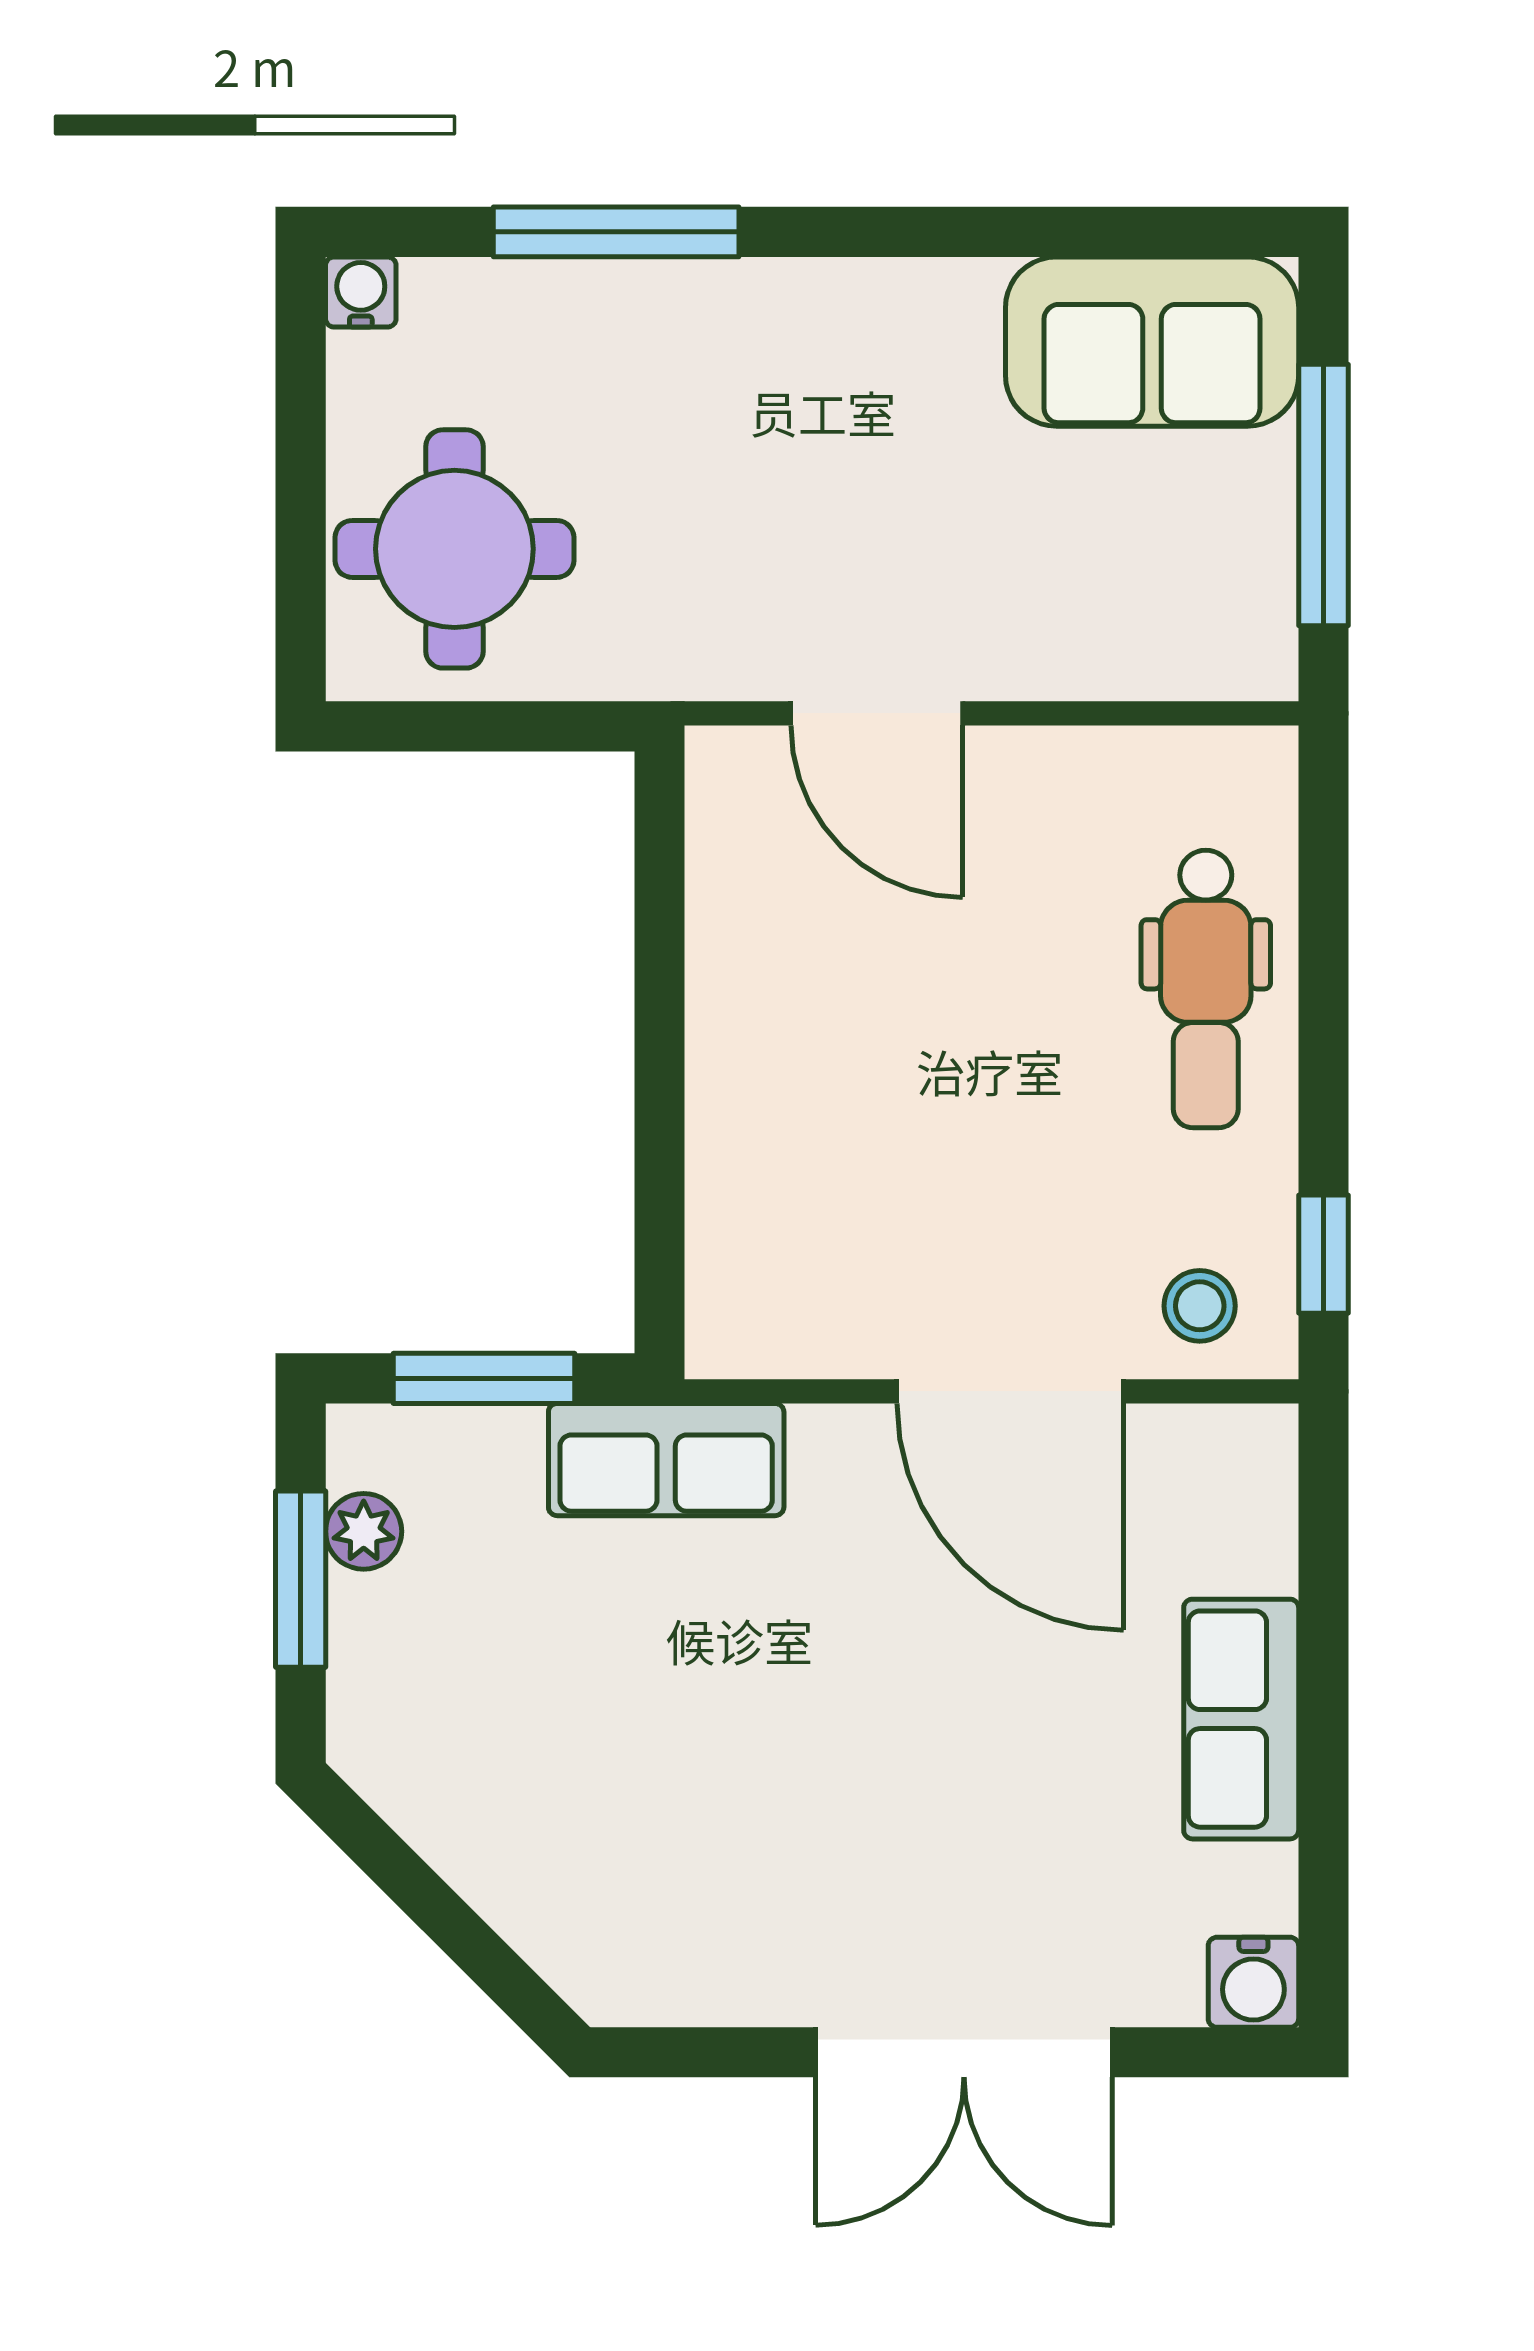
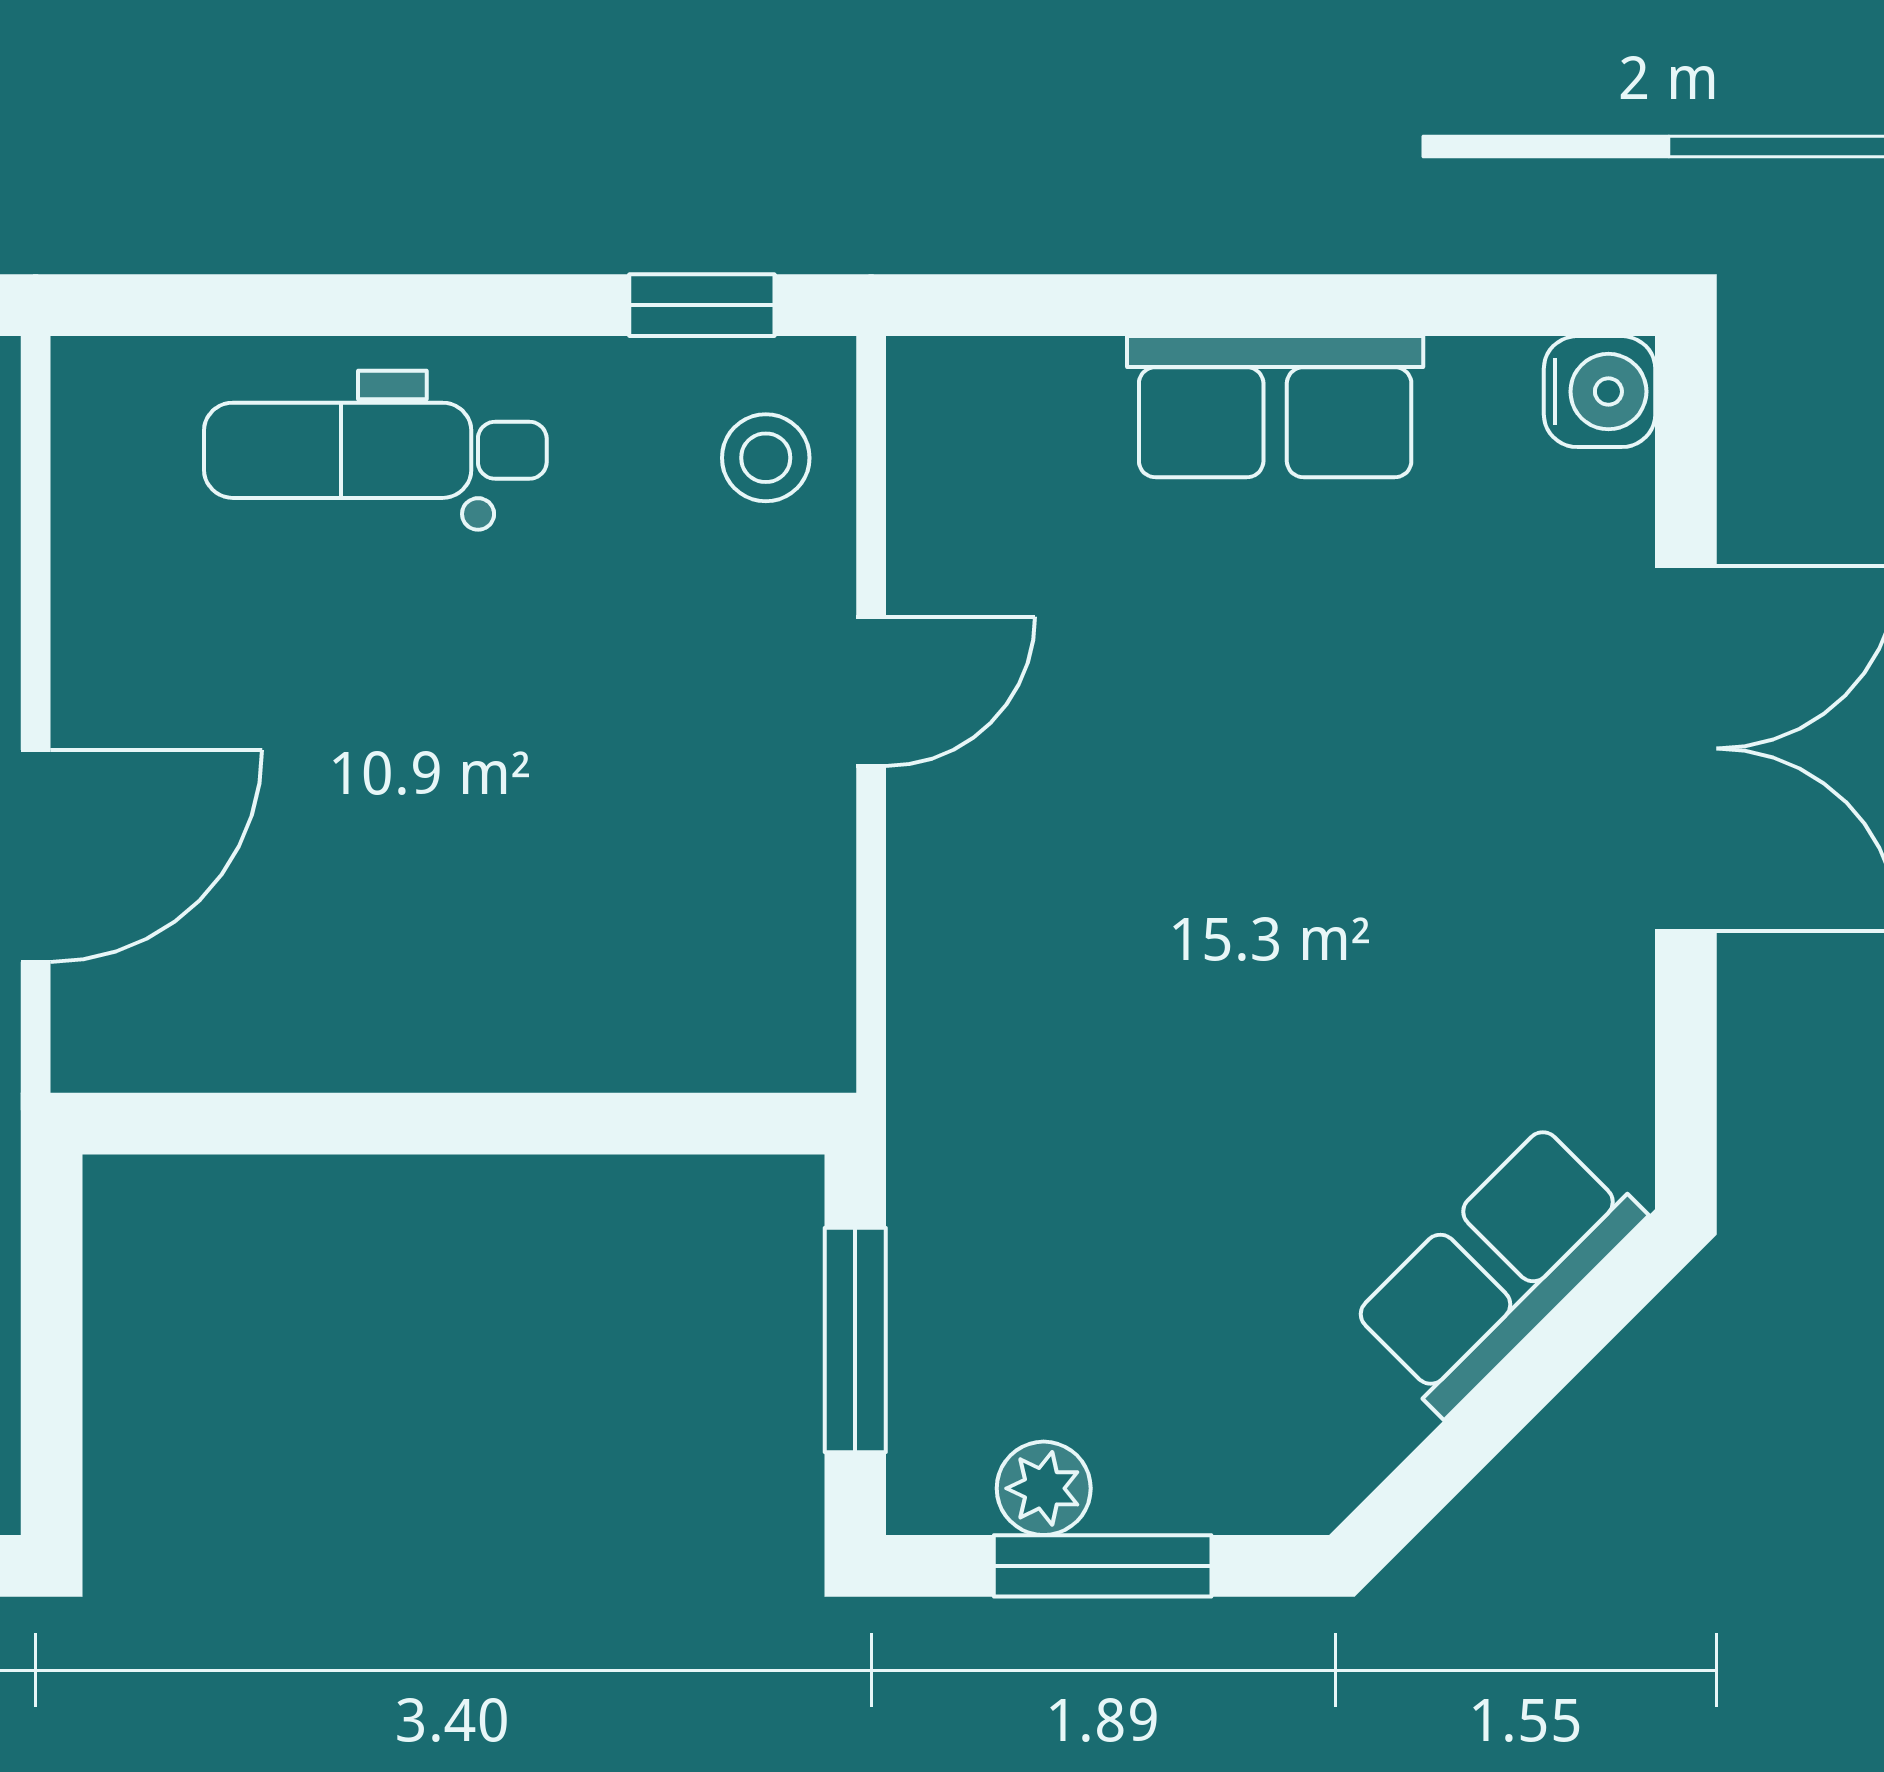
dental chair: (1206, 989) -> (375, 450), turned 180
door: (1010, 1391) -> (871, 691), width x0.53
row of seats: (666, 1460) -> (1498, 1269), moved, turned -135

